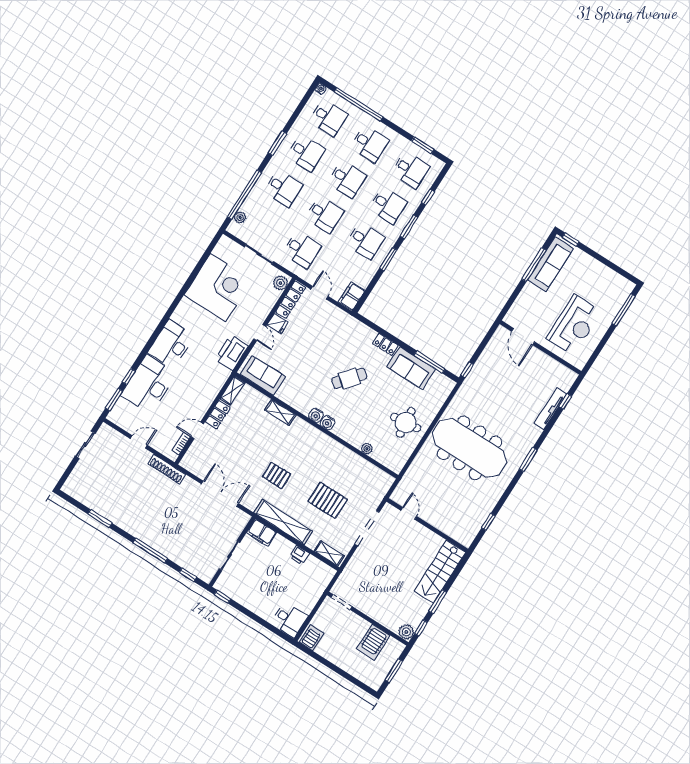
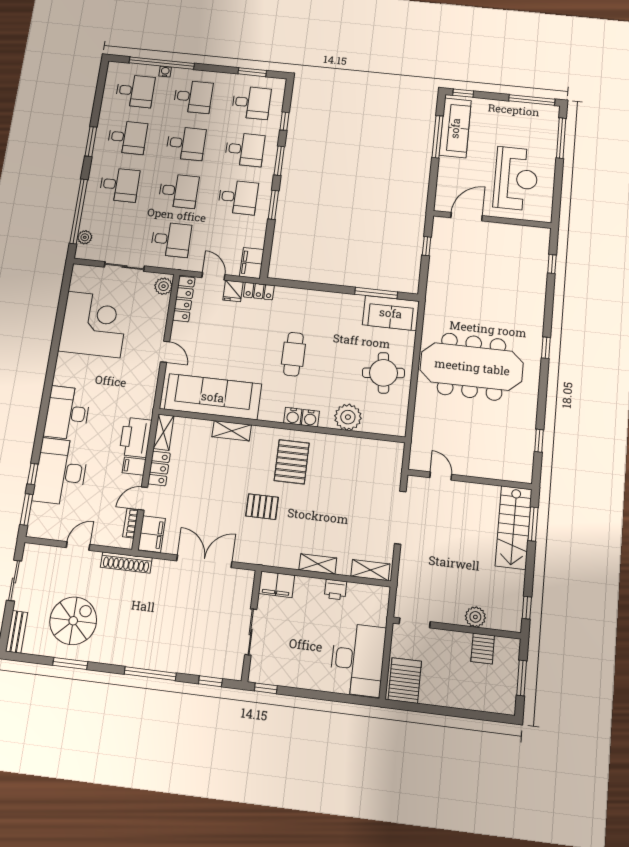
water cooler: (321, 89) -> (165, 72), moved
window: (618, 270) -> (532, 100), added
fridge: (278, 324) -> (233, 291), moved, turned 90
door: (523, 337) -> (467, 217), swing flipped
locker: (385, 344) -> (259, 291), moved
printer: (232, 353) -> (136, 437), moved
sofa: (411, 368) -> (391, 313), moved
window: (467, 370) -> (427, 246), moved
sofa: (263, 375) -> (213, 397), width x1.85, depth x1.27
cafe table: (349, 378) -> (293, 354), turned -39
filing cabinet: (201, 405) -> (134, 466), added
tv unit: (550, 409) -> (540, 280), removed
water cooler: (316, 415) -> (310, 418), moved
plant: (367, 449) -> (348, 417), width x1.88, depth x1.88
filing cabinet: (192, 458) -> (152, 534), added
window: (528, 460) -> (546, 348), width x0.67
bench: (73, 480) -> (16, 632), added
spiral stairs: (114, 491) -> (73, 621), added
pallet: (328, 500) -> (292, 462), moved, turned 90
shelving: (283, 522) -> (318, 564), width x0.45, depth x0.75
window: (438, 602) -> (533, 524), moved
desk: (289, 619) -> (358, 659), width x1.87, depth x1.30
plant: (406, 632) -> (475, 617), moved
server rack: (312, 638) -> (405, 680), width x1.36, depth x1.44
server rack: (373, 642) -> (483, 648), width x0.73, depth x0.70

